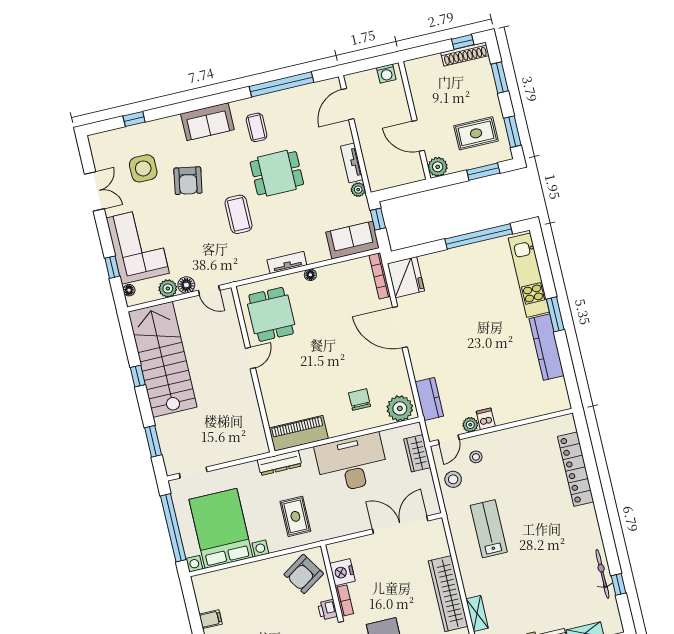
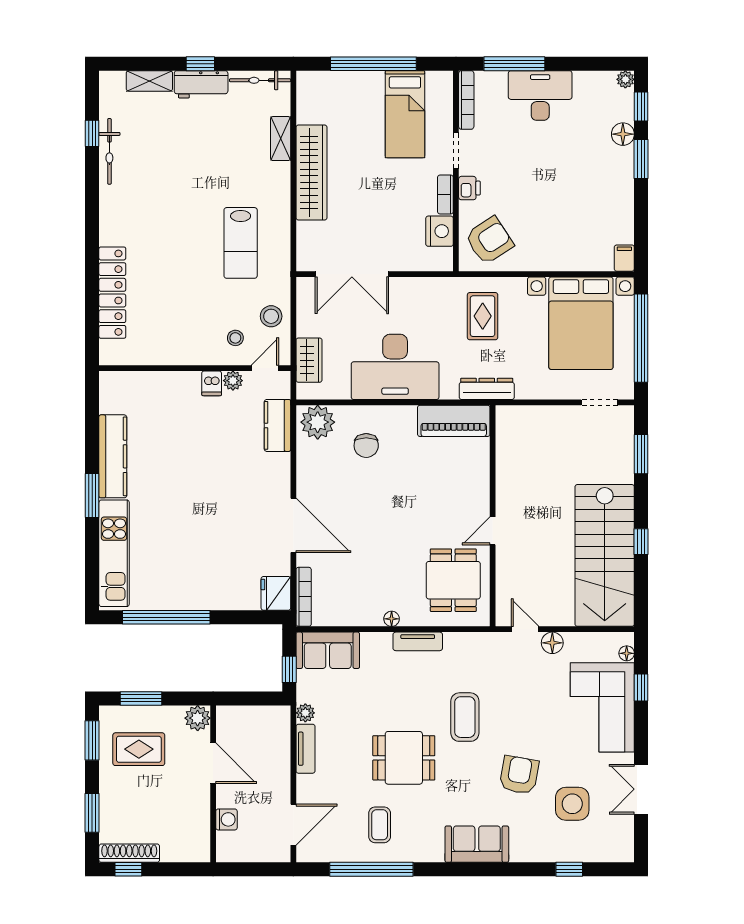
washing machine: (386, 74) -> (226, 819), moved, turned 90
coffee table: (257, 127) -> (380, 825), moved
fridge: (406, 277) -> (276, 593), width x0.73, depth x0.75
plant: (168, 289) -> (577, 644), removed
filing cabinet: (211, 619) -> (624, 258), moved, turned 90

